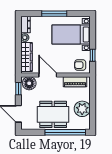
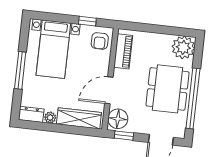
plant: (82, 109) -> (183, 47), moved
window: (65, 132) -> (193, 98), moved

